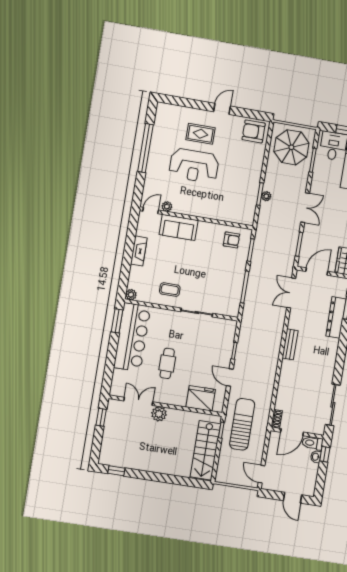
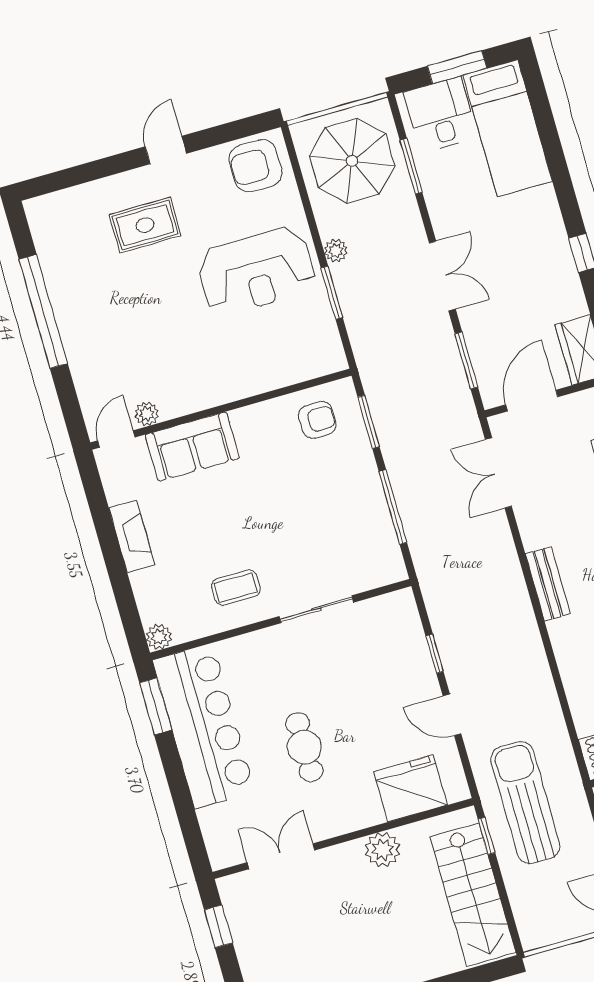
reception desk: (194, 166) -> (257, 271), moved
plant: (266, 196) -> (336, 251), moved
plant: (159, 414) -> (383, 850), moved

